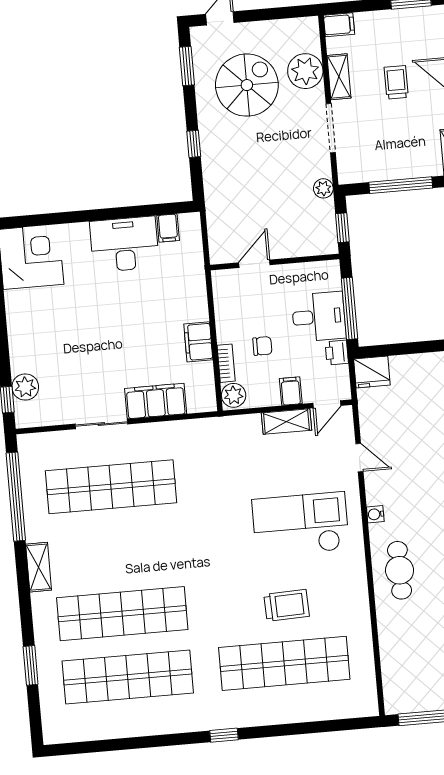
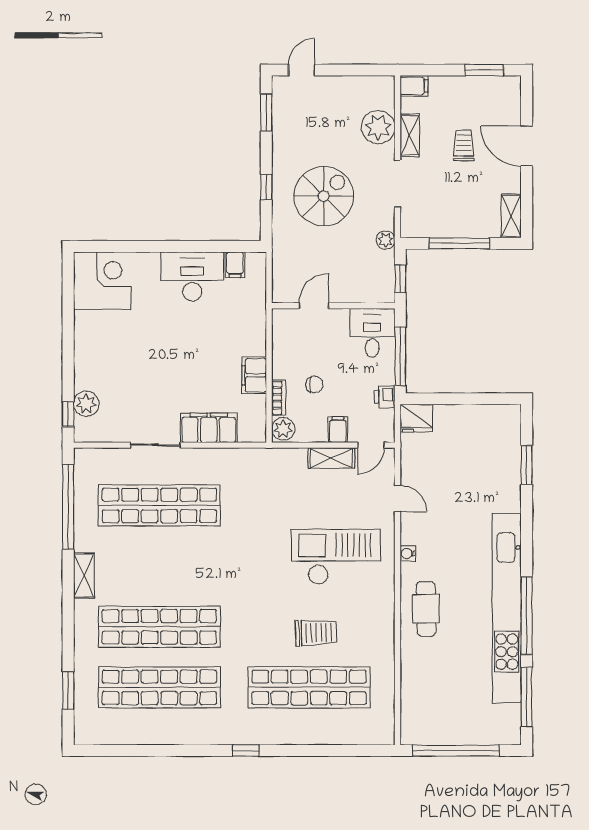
spiral stairs: (247, 85) -> (324, 196), moved
desk: (319, 317) -> (372, 333), moved, turned -90
window: (31, 665) -> (68, 690), moved

